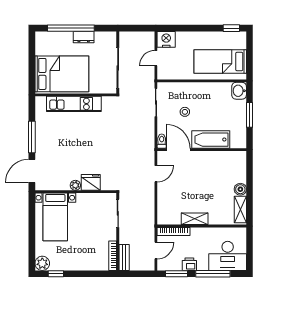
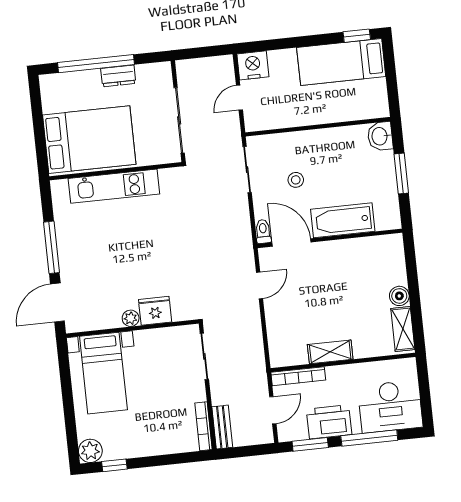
bed: (220, 62) -> (341, 62), moved
printer: (189, 264) -> (329, 422), width x1.87, depth x1.48

